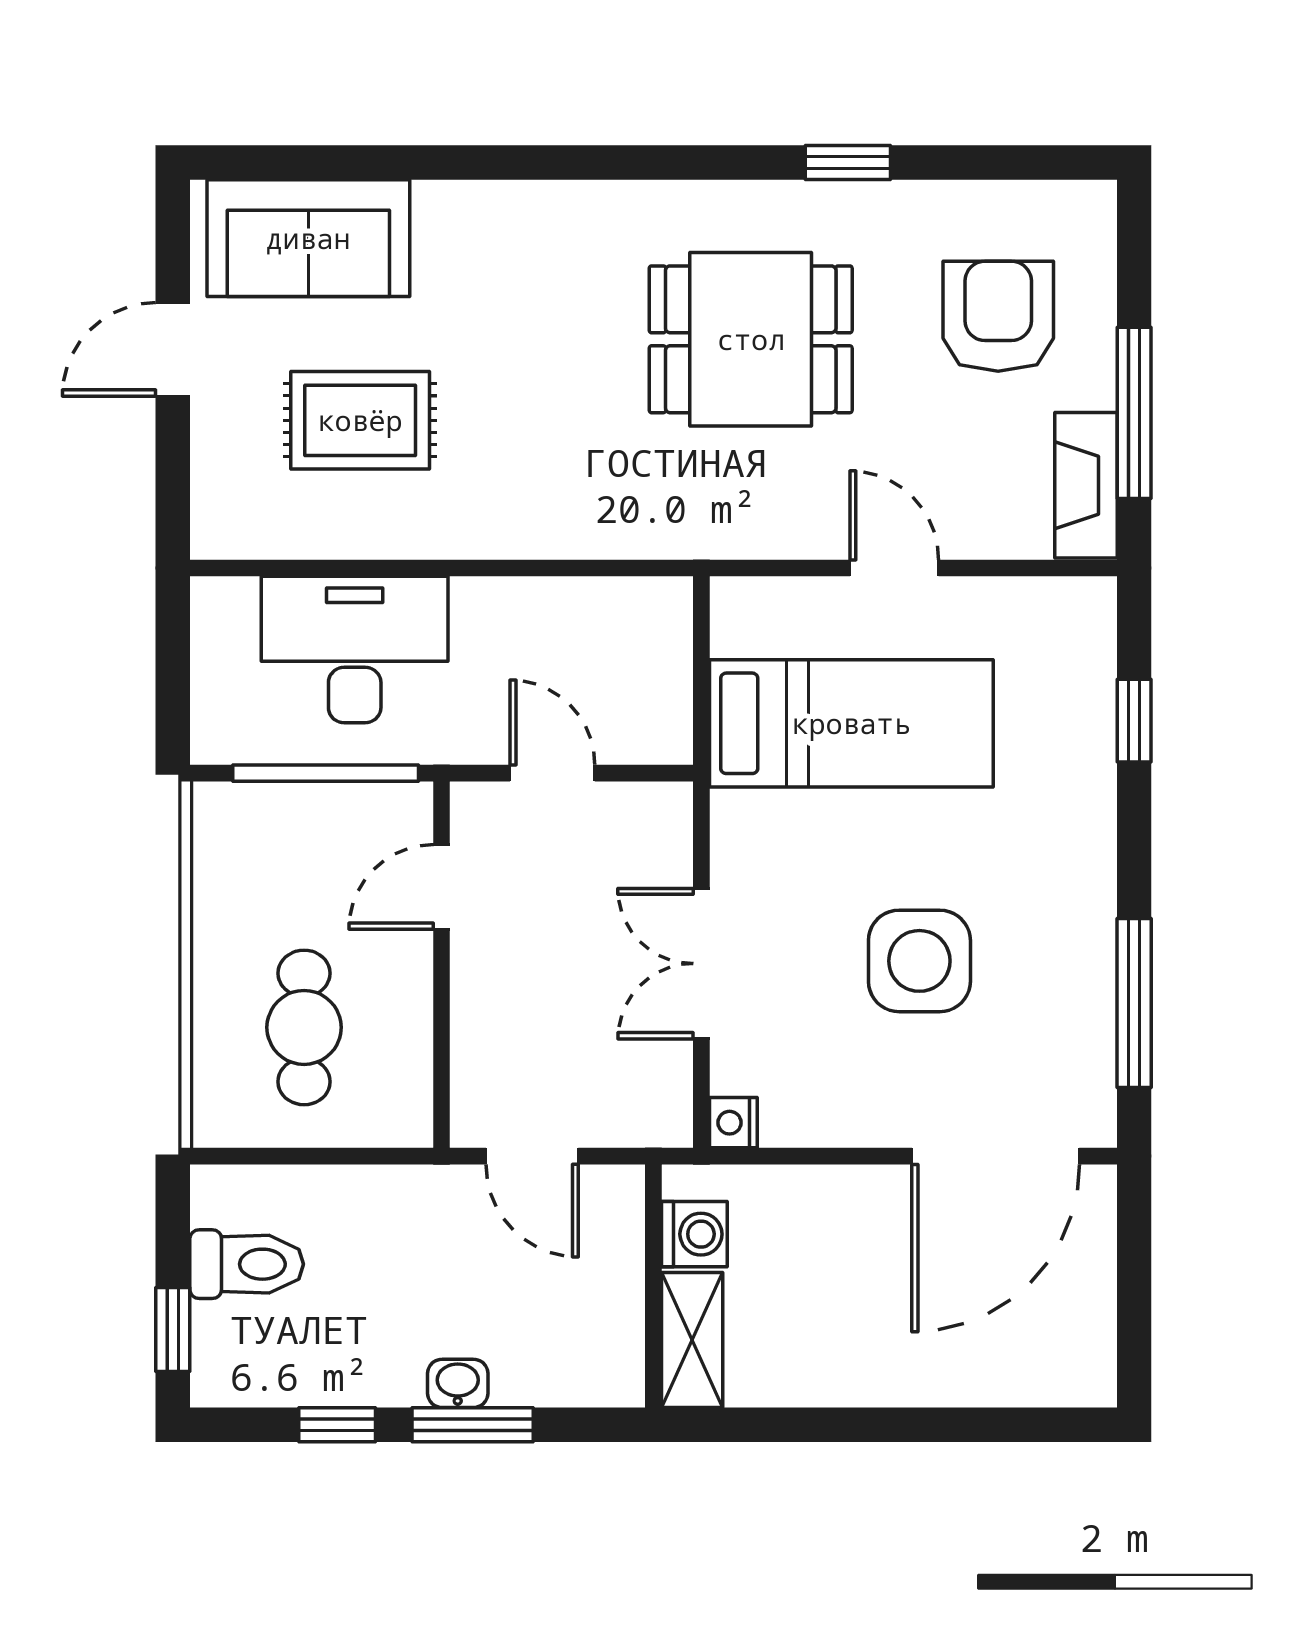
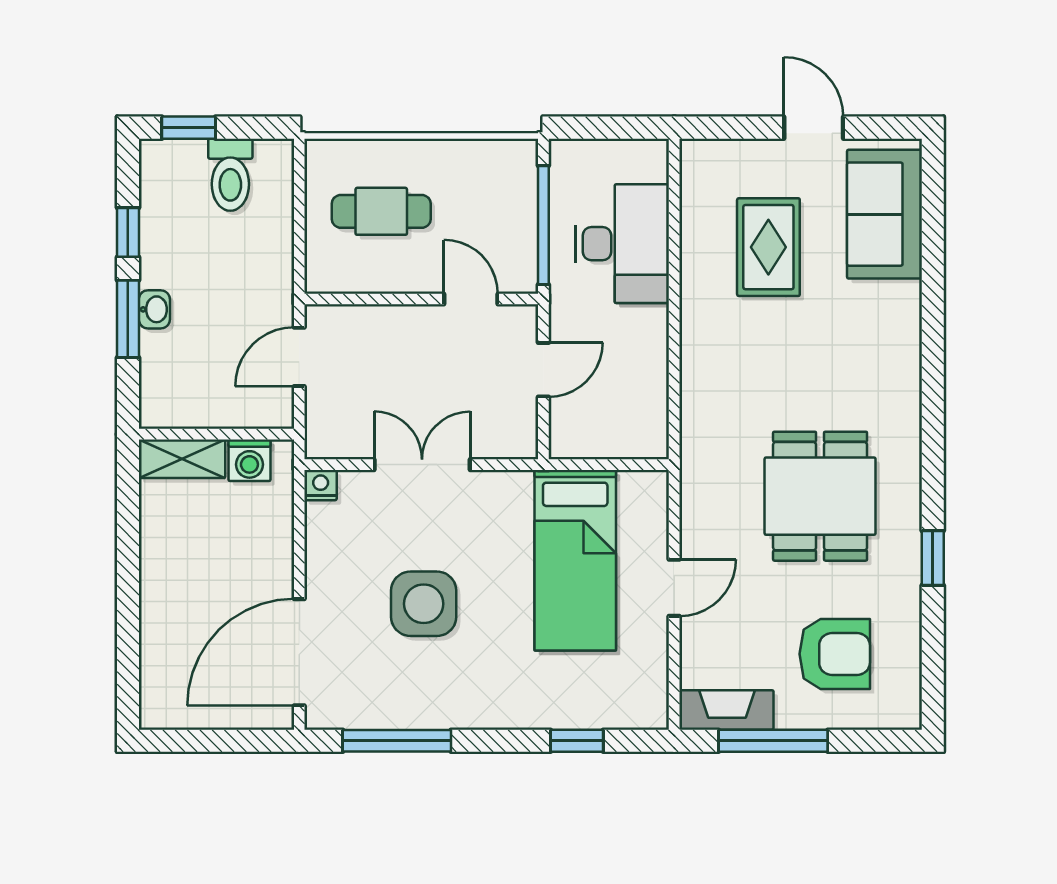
door: (996, 1156) -> (299, 652), hinge flipped

